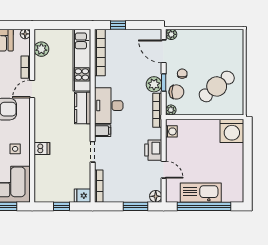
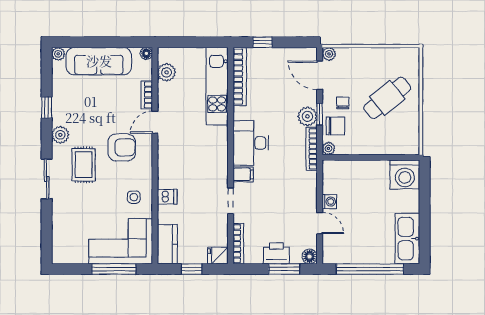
cafe table: (217, 86) -> (387, 98), moved
kitchen counter: (83, 108) -> (167, 244), moved, turned 180
washing machine: (171, 131) -> (329, 202), moved
printer: (153, 150) -> (276, 253), moved, turned 90
kitchen sink: (201, 193) -> (407, 239), moved, turned -90

